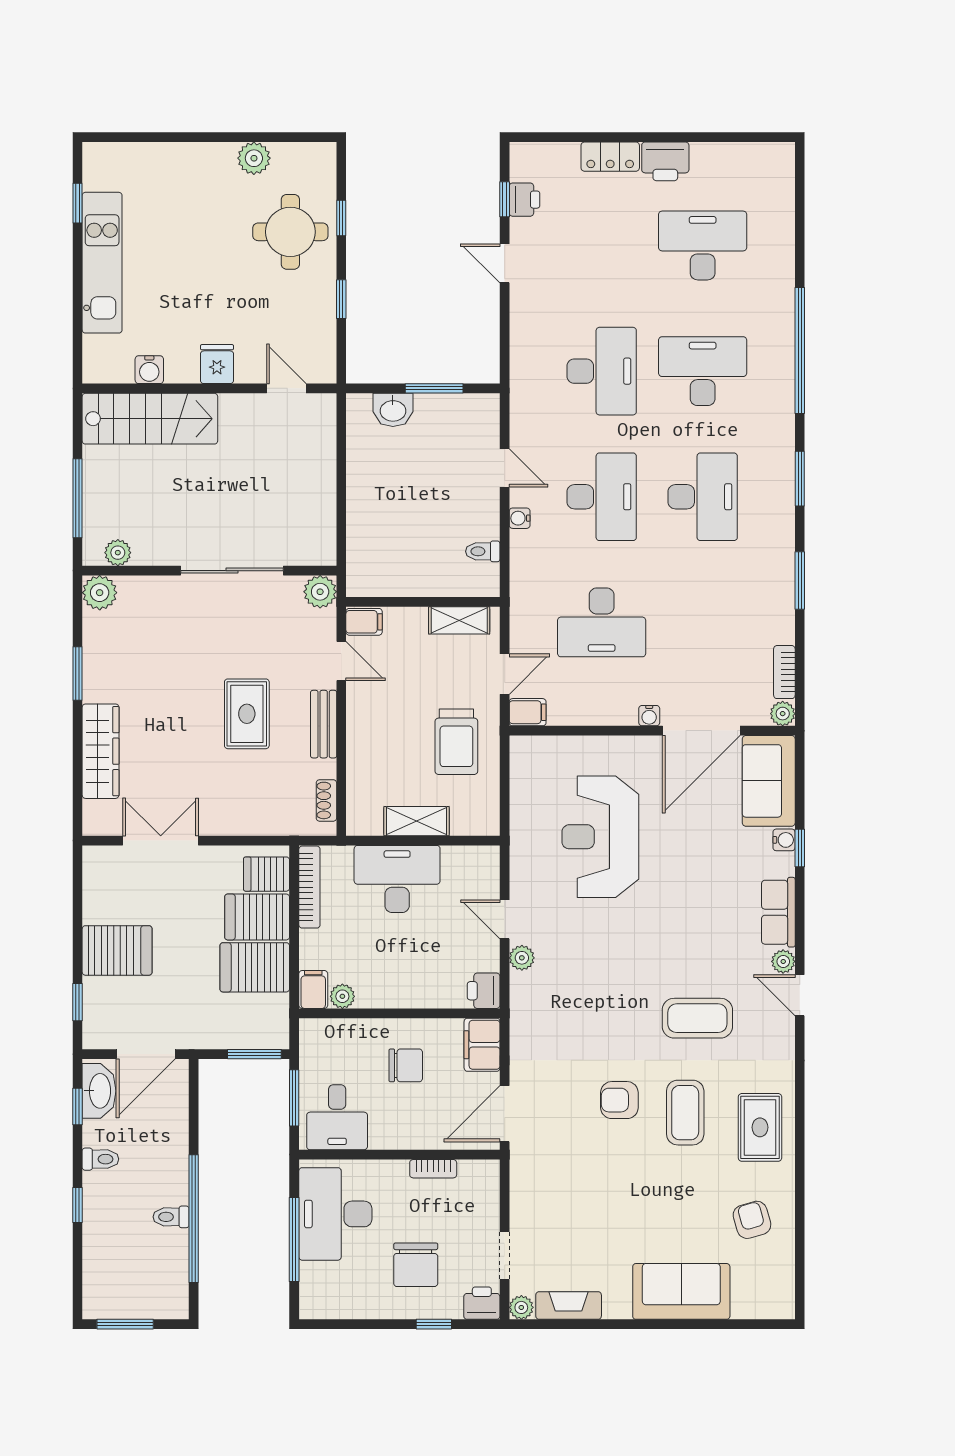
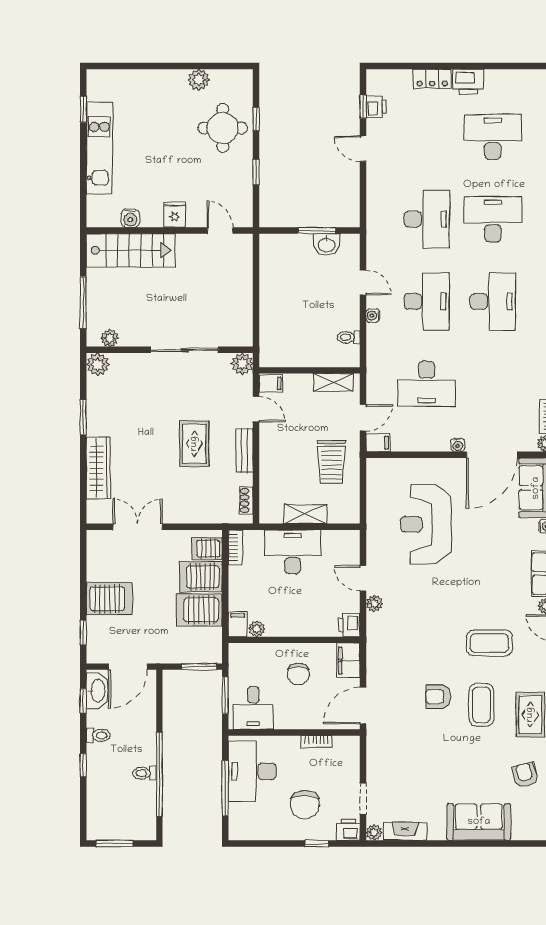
washbasin: (393, 410) -> (327, 245), moved
bookcase: (309, 887) -> (235, 547), width x0.64
chair: (406, 1065) -> (298, 674), turned 90

